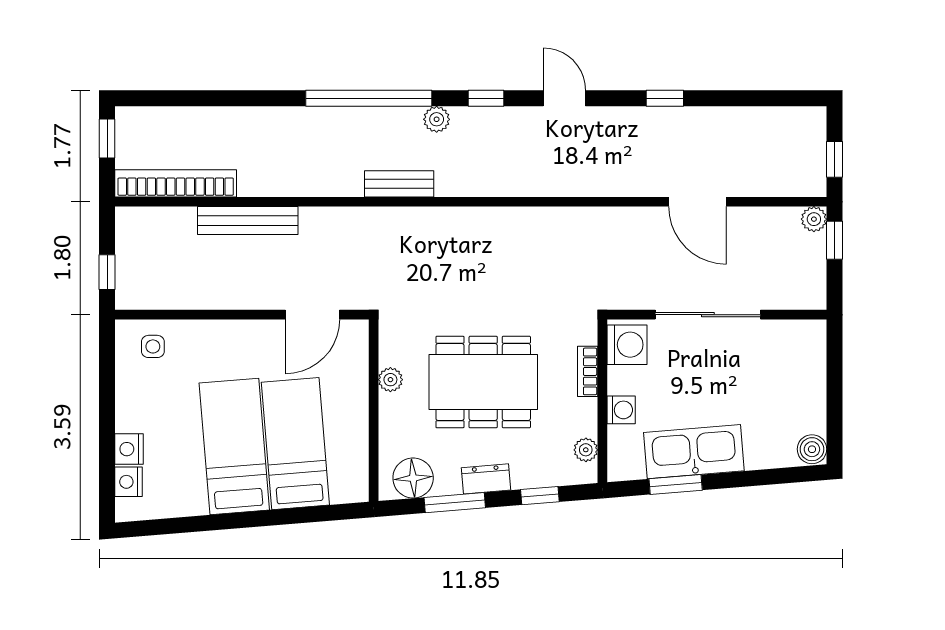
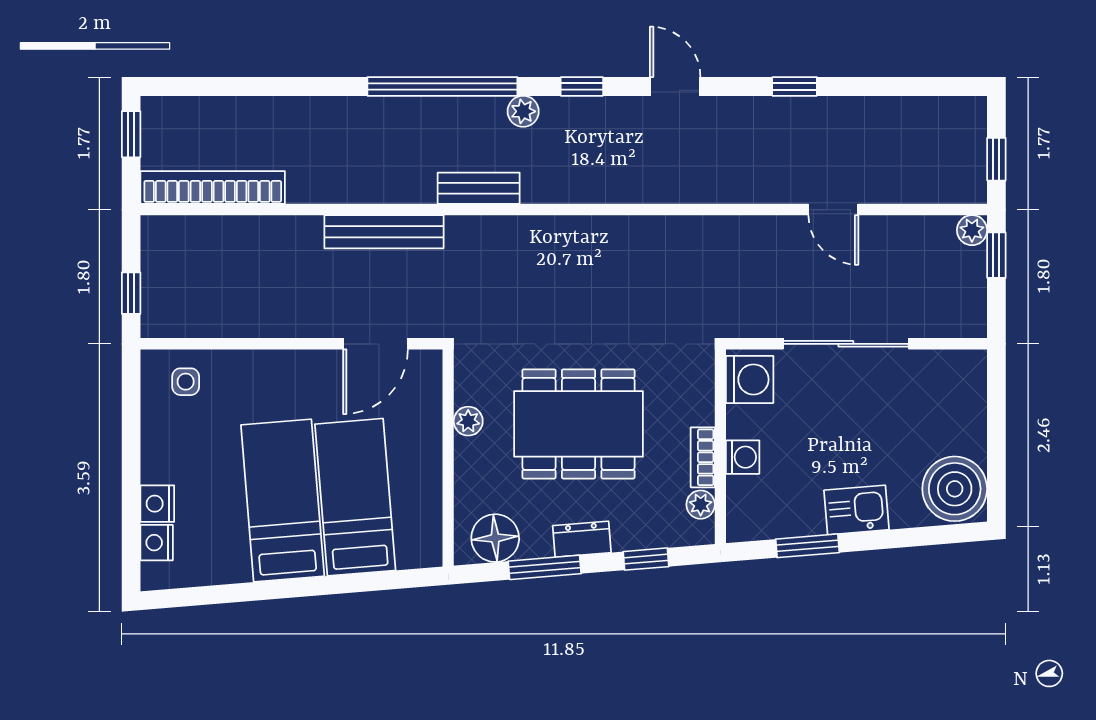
door: (697, 202) -> (833, 210), width x0.73
bench: (248, 221) -> (384, 232), moved
bookcase: (588, 371) -> (703, 457), moved
boiler: (812, 449) -> (955, 489), width x1.86, depth x1.86
kitchen sink: (694, 452) -> (857, 510), width x0.53, depth x0.81

